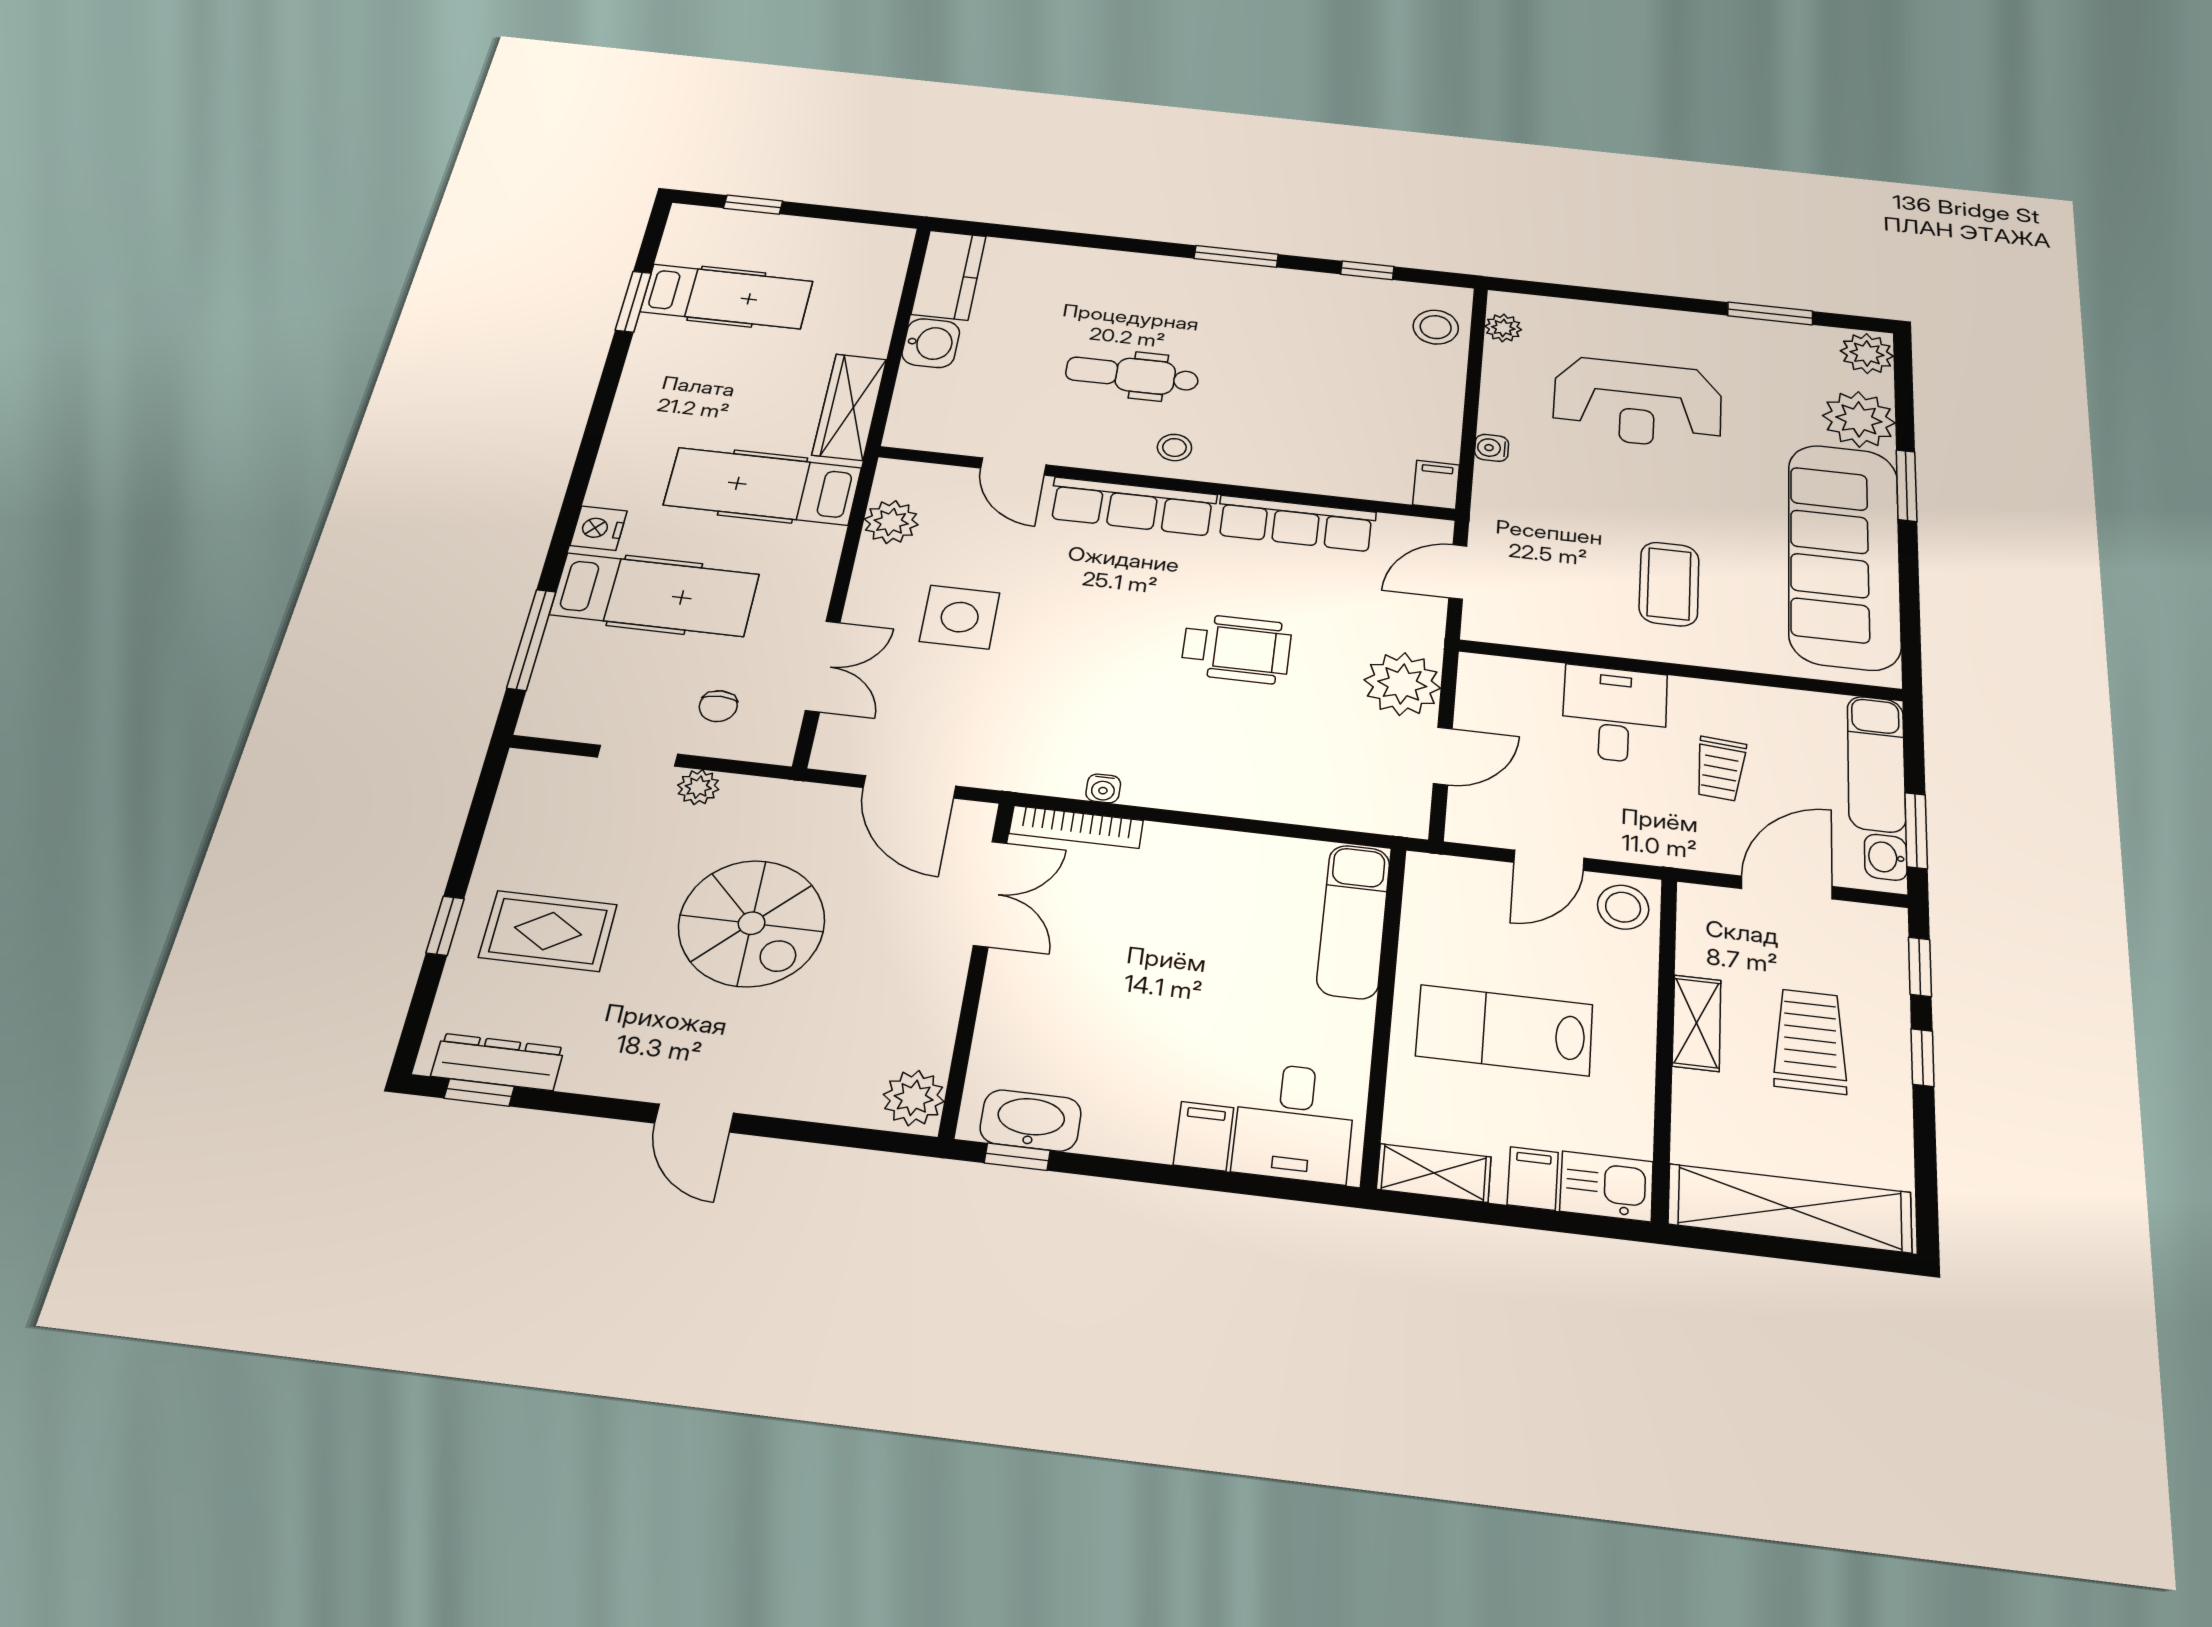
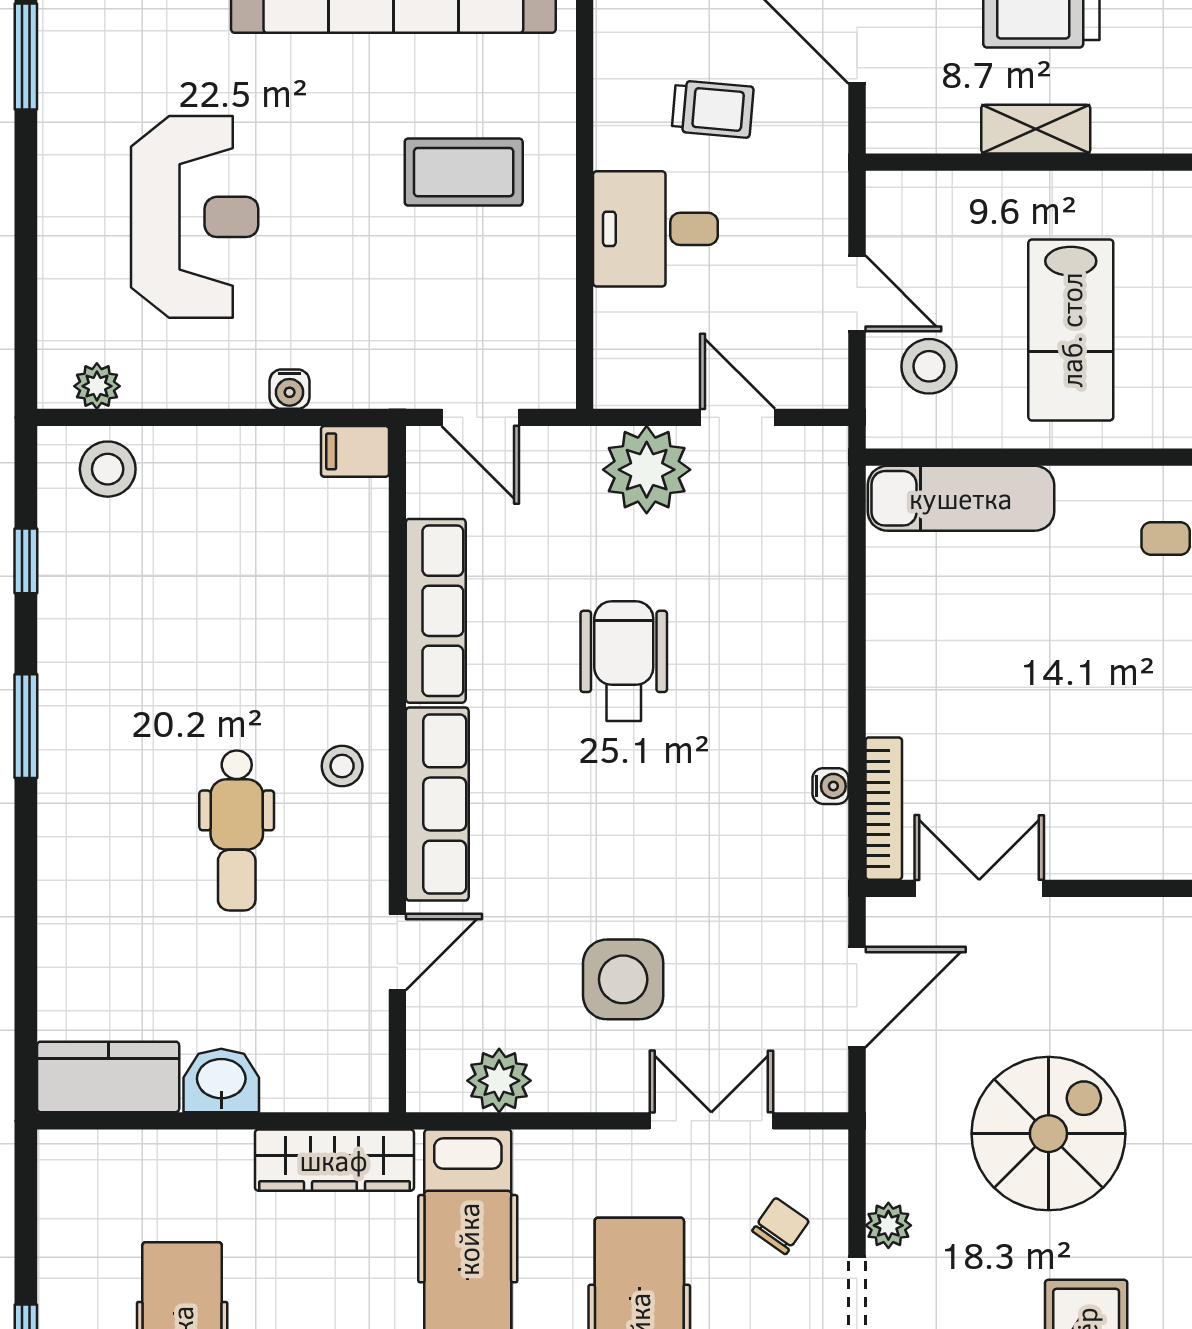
chair: (718, 706) -> (781, 1226), turned -55
stool: (1623, 907) -> (929, 366), moved

